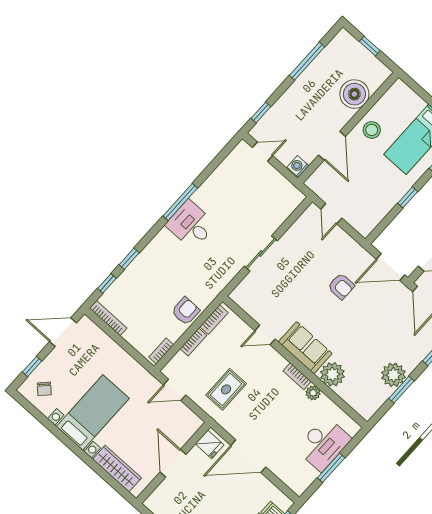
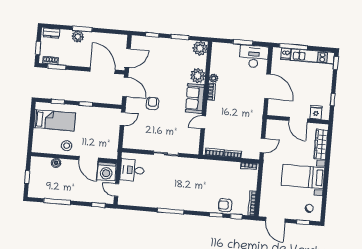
boiler: (354, 94) -> (56, 163), width x0.54, depth x0.54
door: (332, 146) -> (89, 159), swing flipped
washing machine: (298, 166) -> (106, 171), width x1.89, depth x1.89
door: (331, 214) -> (123, 119), moved
desk: (191, 225) -> (132, 170), moved, turned 90
armchair: (186, 311) -> (225, 205), moved
door: (265, 335) -> (203, 122), swing flipped
plant: (393, 375) -> (200, 48), moved
rug: (226, 389) -> (244, 121), removed
door: (175, 390) -> (262, 145), hinge flipped
fridge: (210, 444) -> (316, 112), moved
desk: (323, 444) -> (254, 56), moved
door: (173, 463) -> (298, 120), hinge flipped

